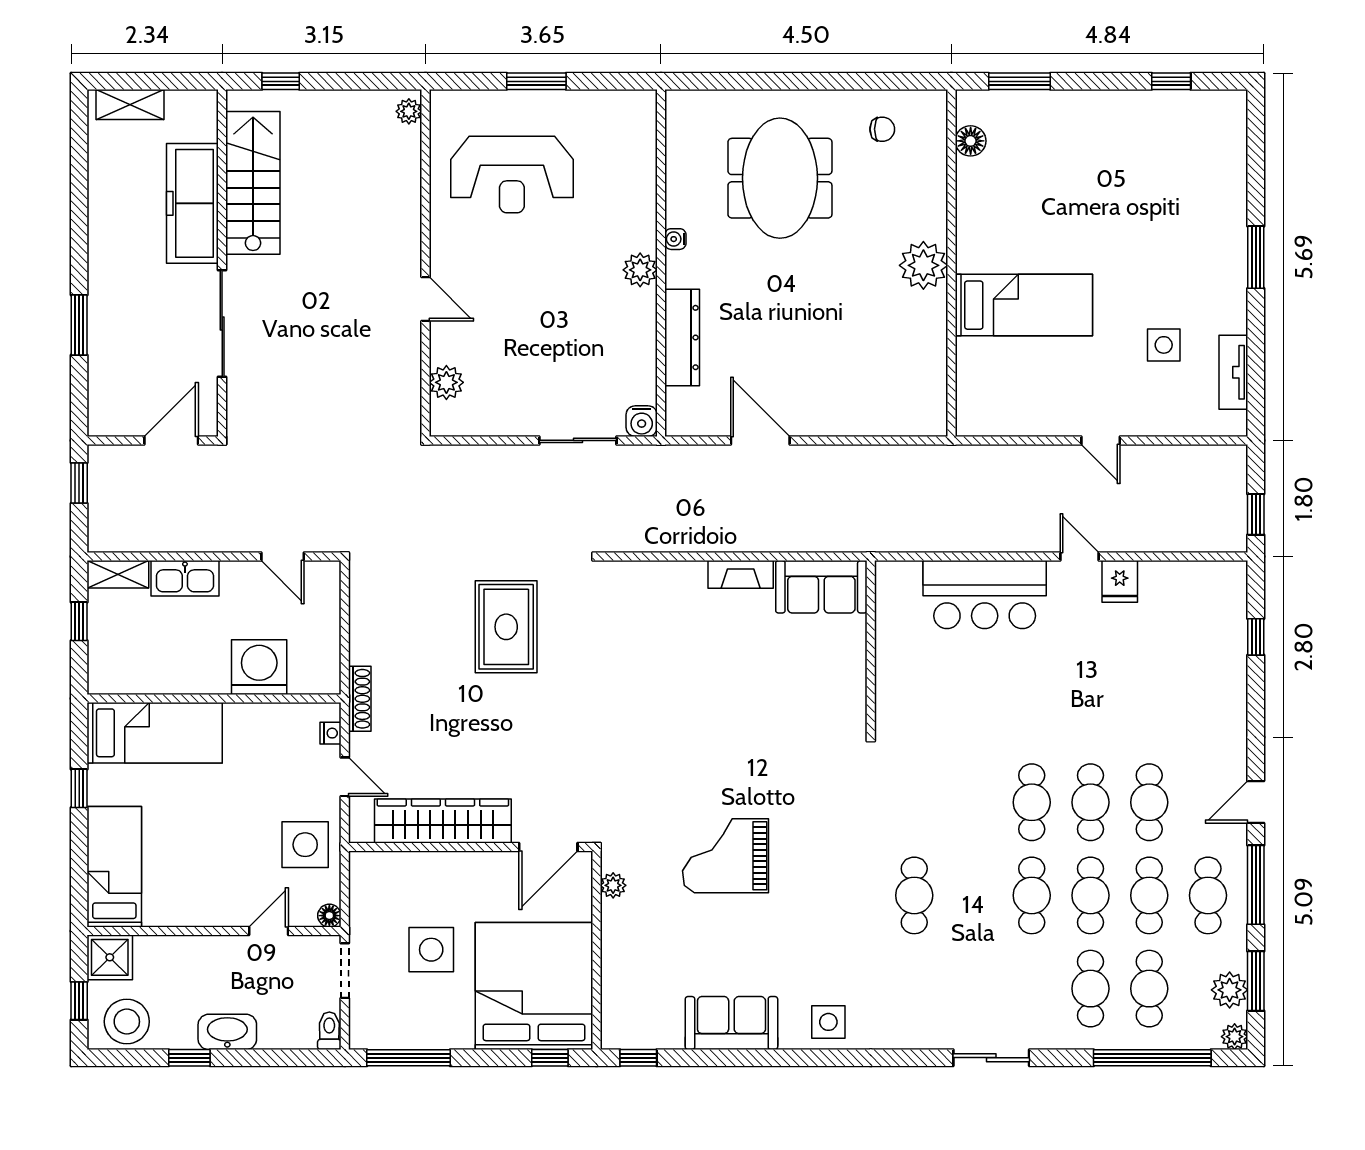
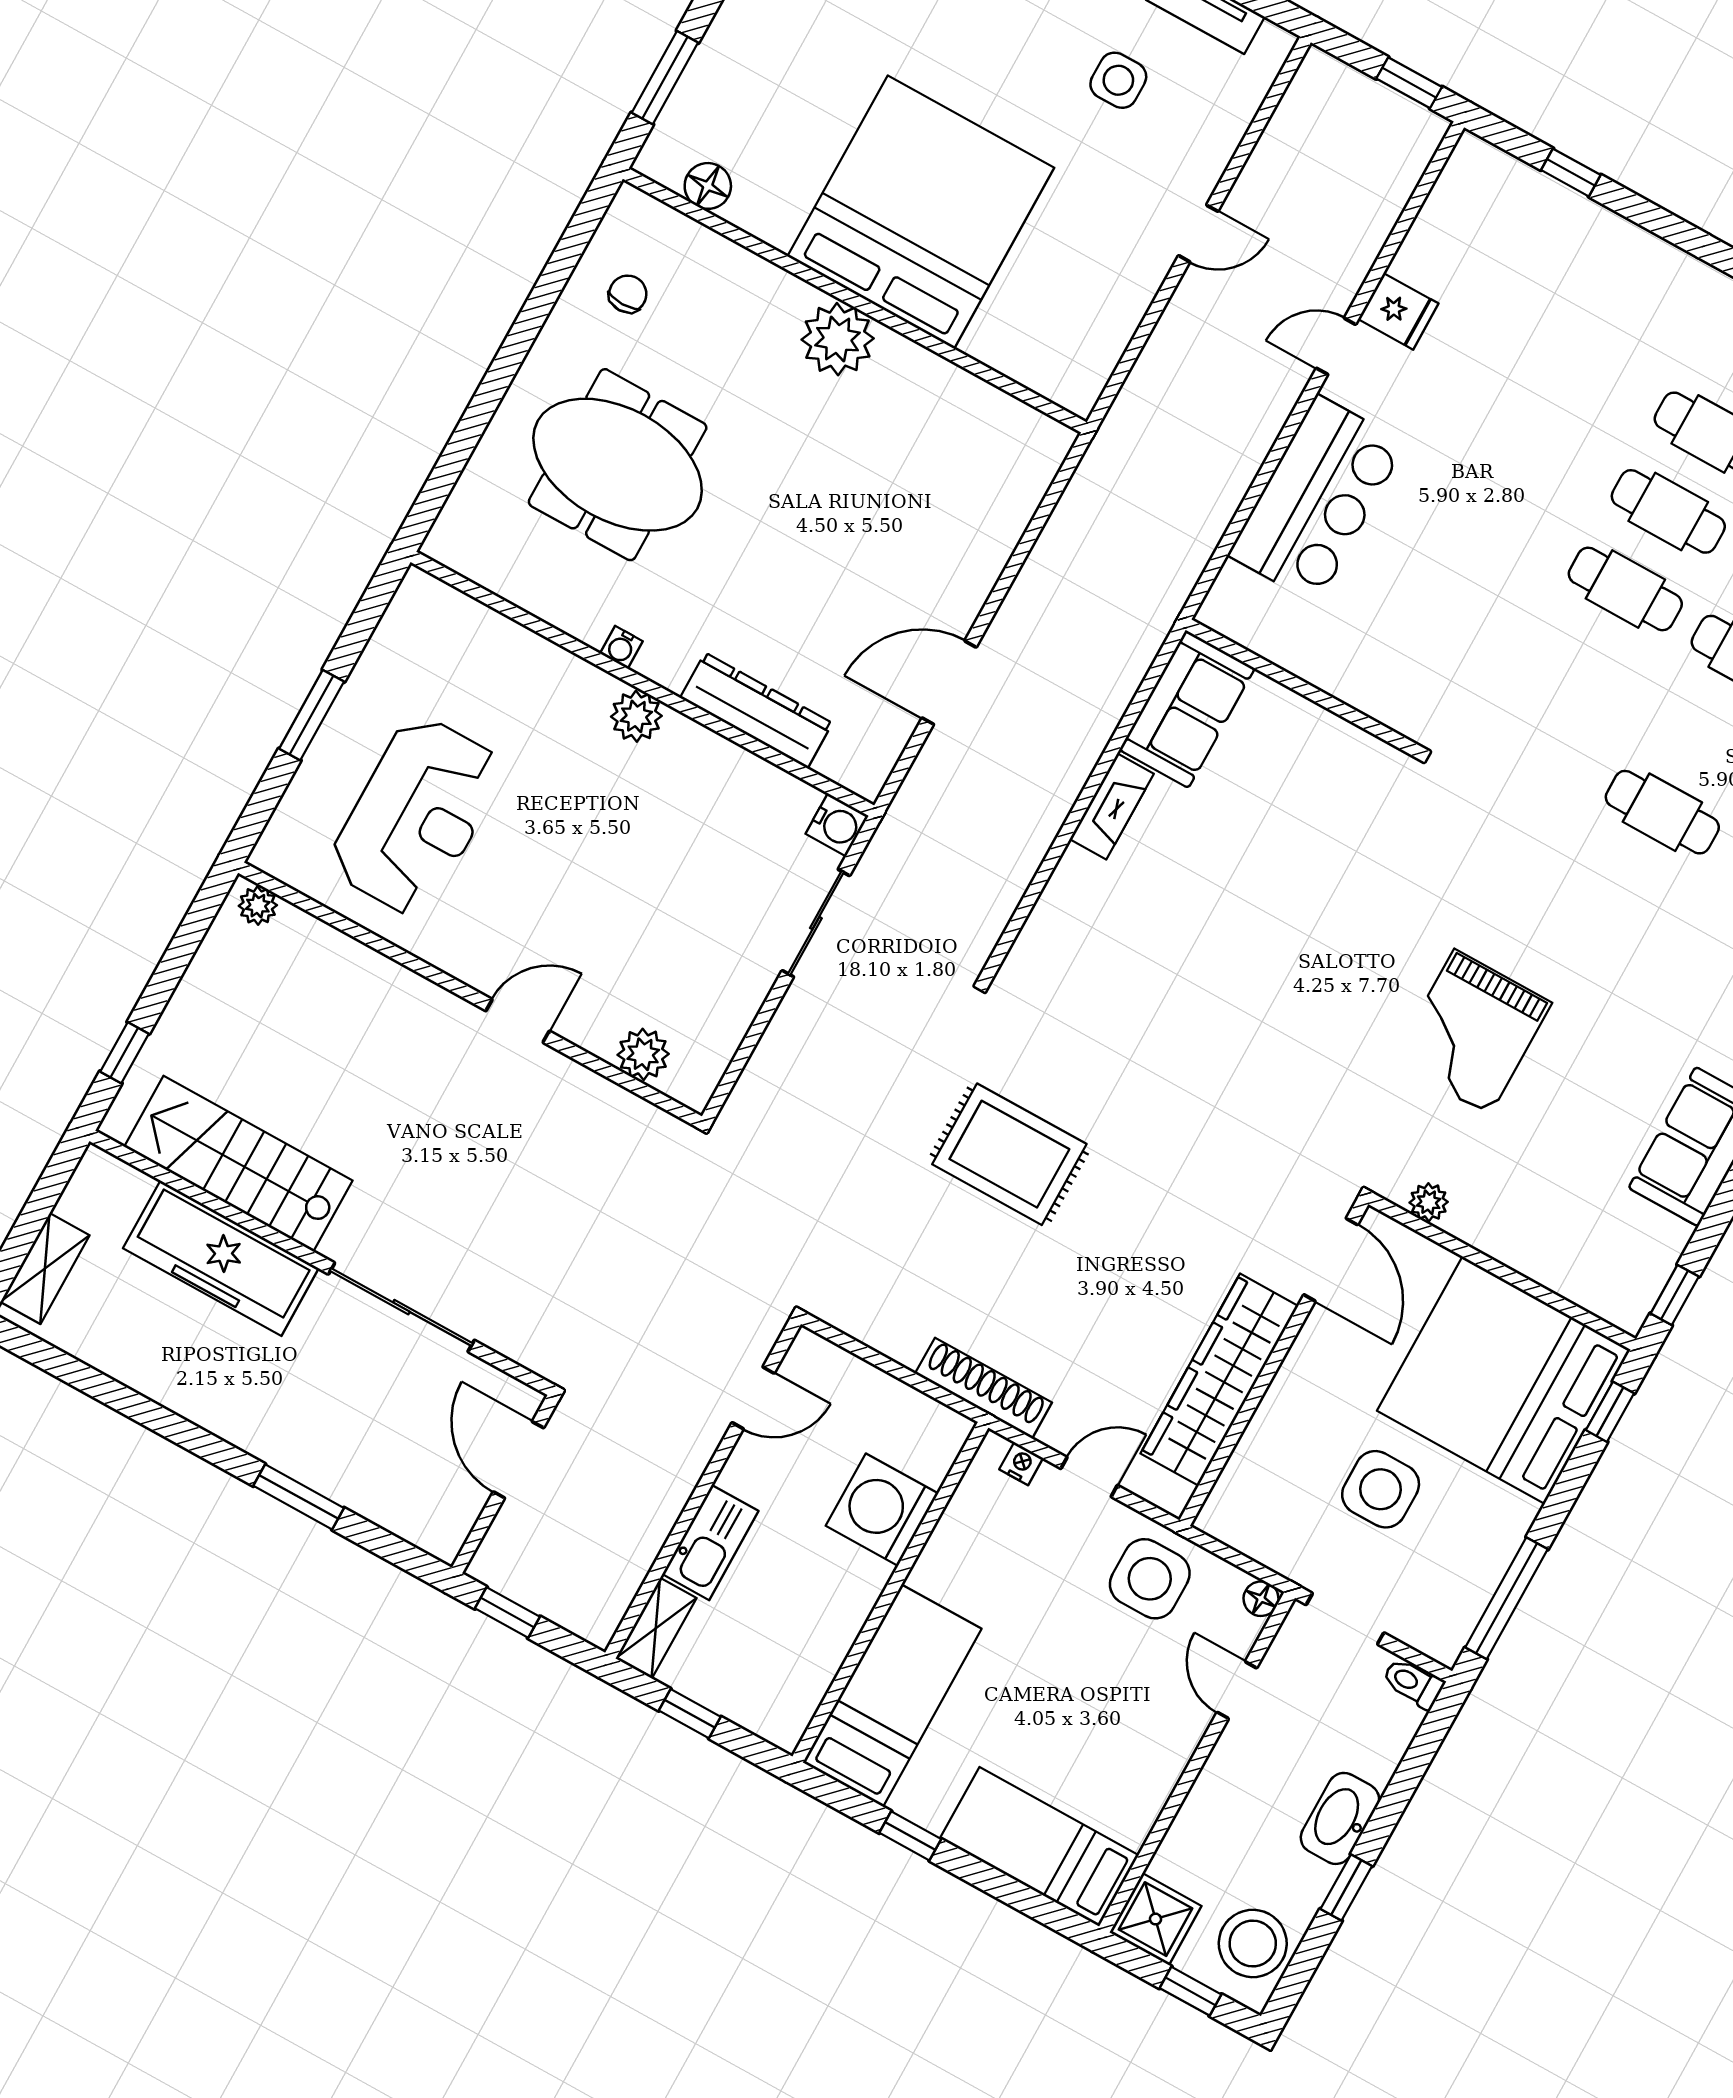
bed: (1024, 305) -> (921, 212), width x2.04
shoe rack: (360, 699) -> (984, 1388), width x1.36, depth x1.24

